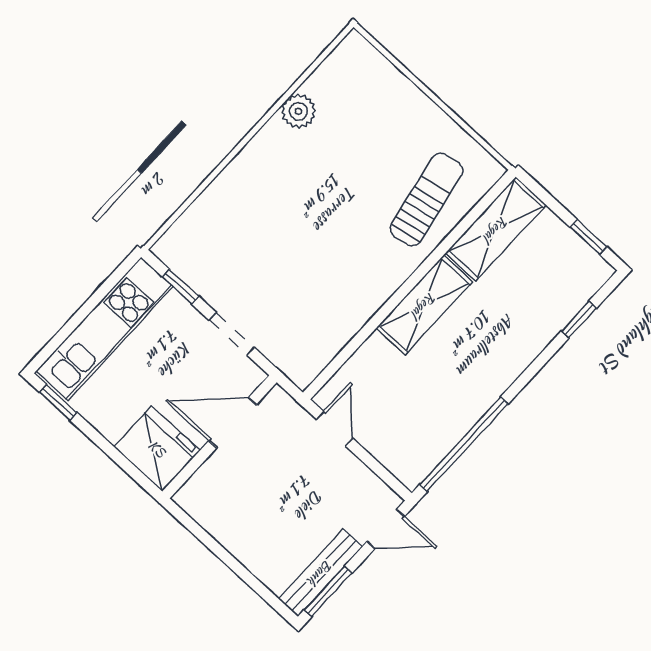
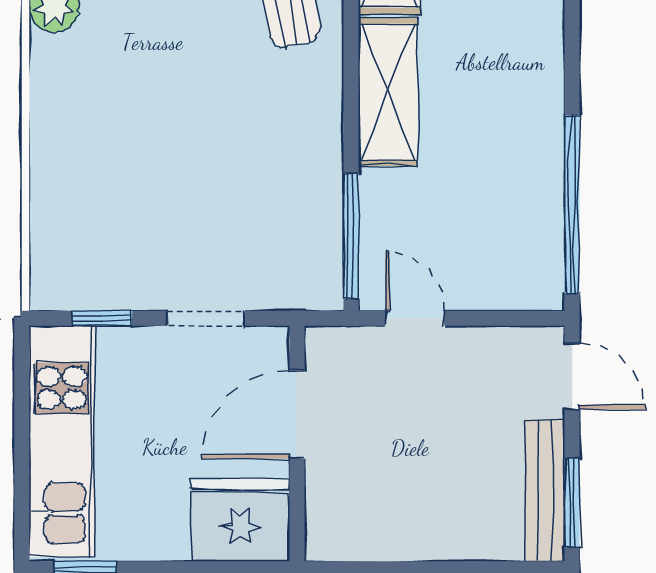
window: (341, 359) -> (351, 236), added
door: (386, 529) -> (572, 376), hinge flipped

